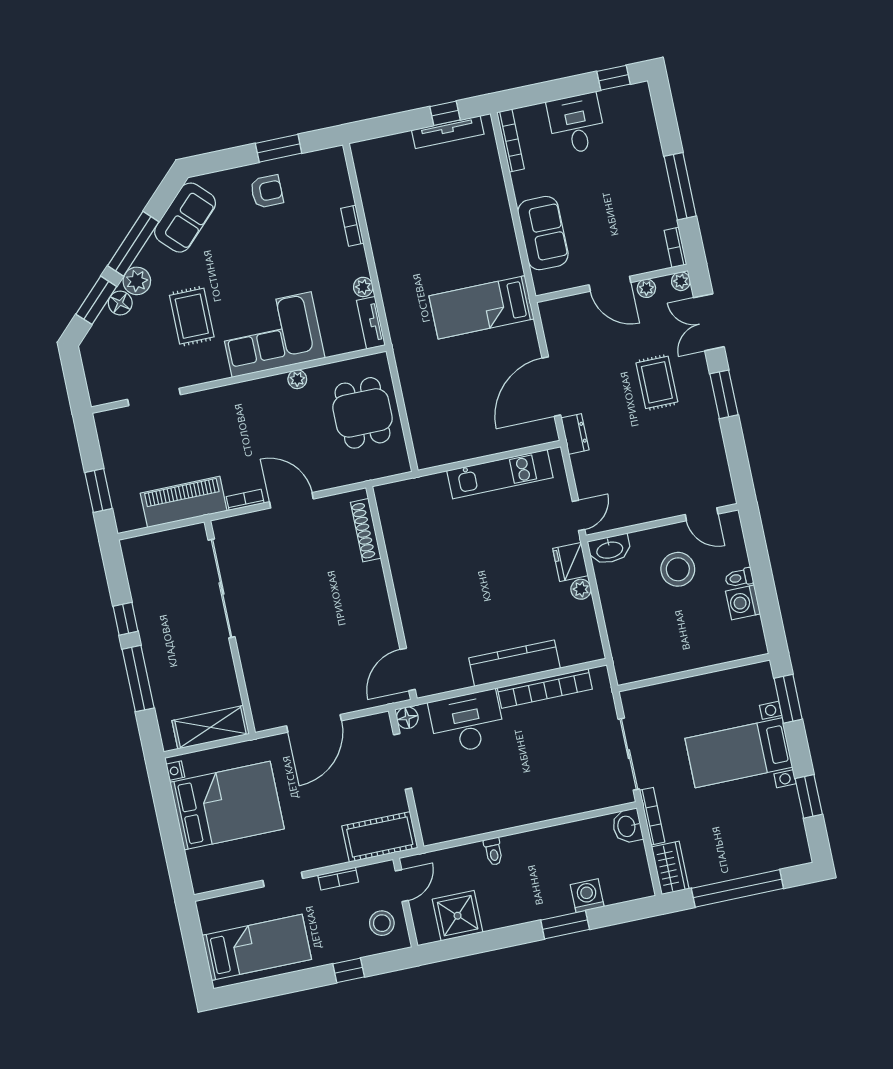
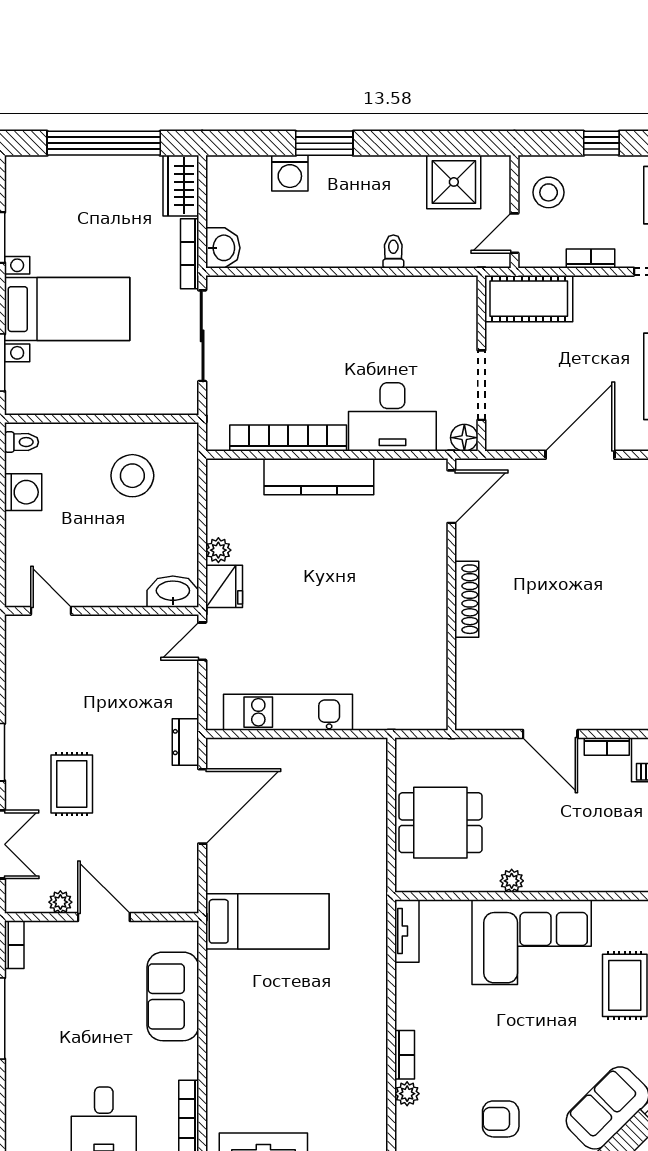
plant: (681, 281) -> (16, 902), removed
plant: (363, 287) -> (407, 1094), moved
dining table: (362, 413) -> (440, 823), turned 90
shoe rack: (366, 530) -> (467, 599), moved
stool: (678, 569) -> (132, 476), moved
toilet: (739, 578) -> (21, 442), moved

